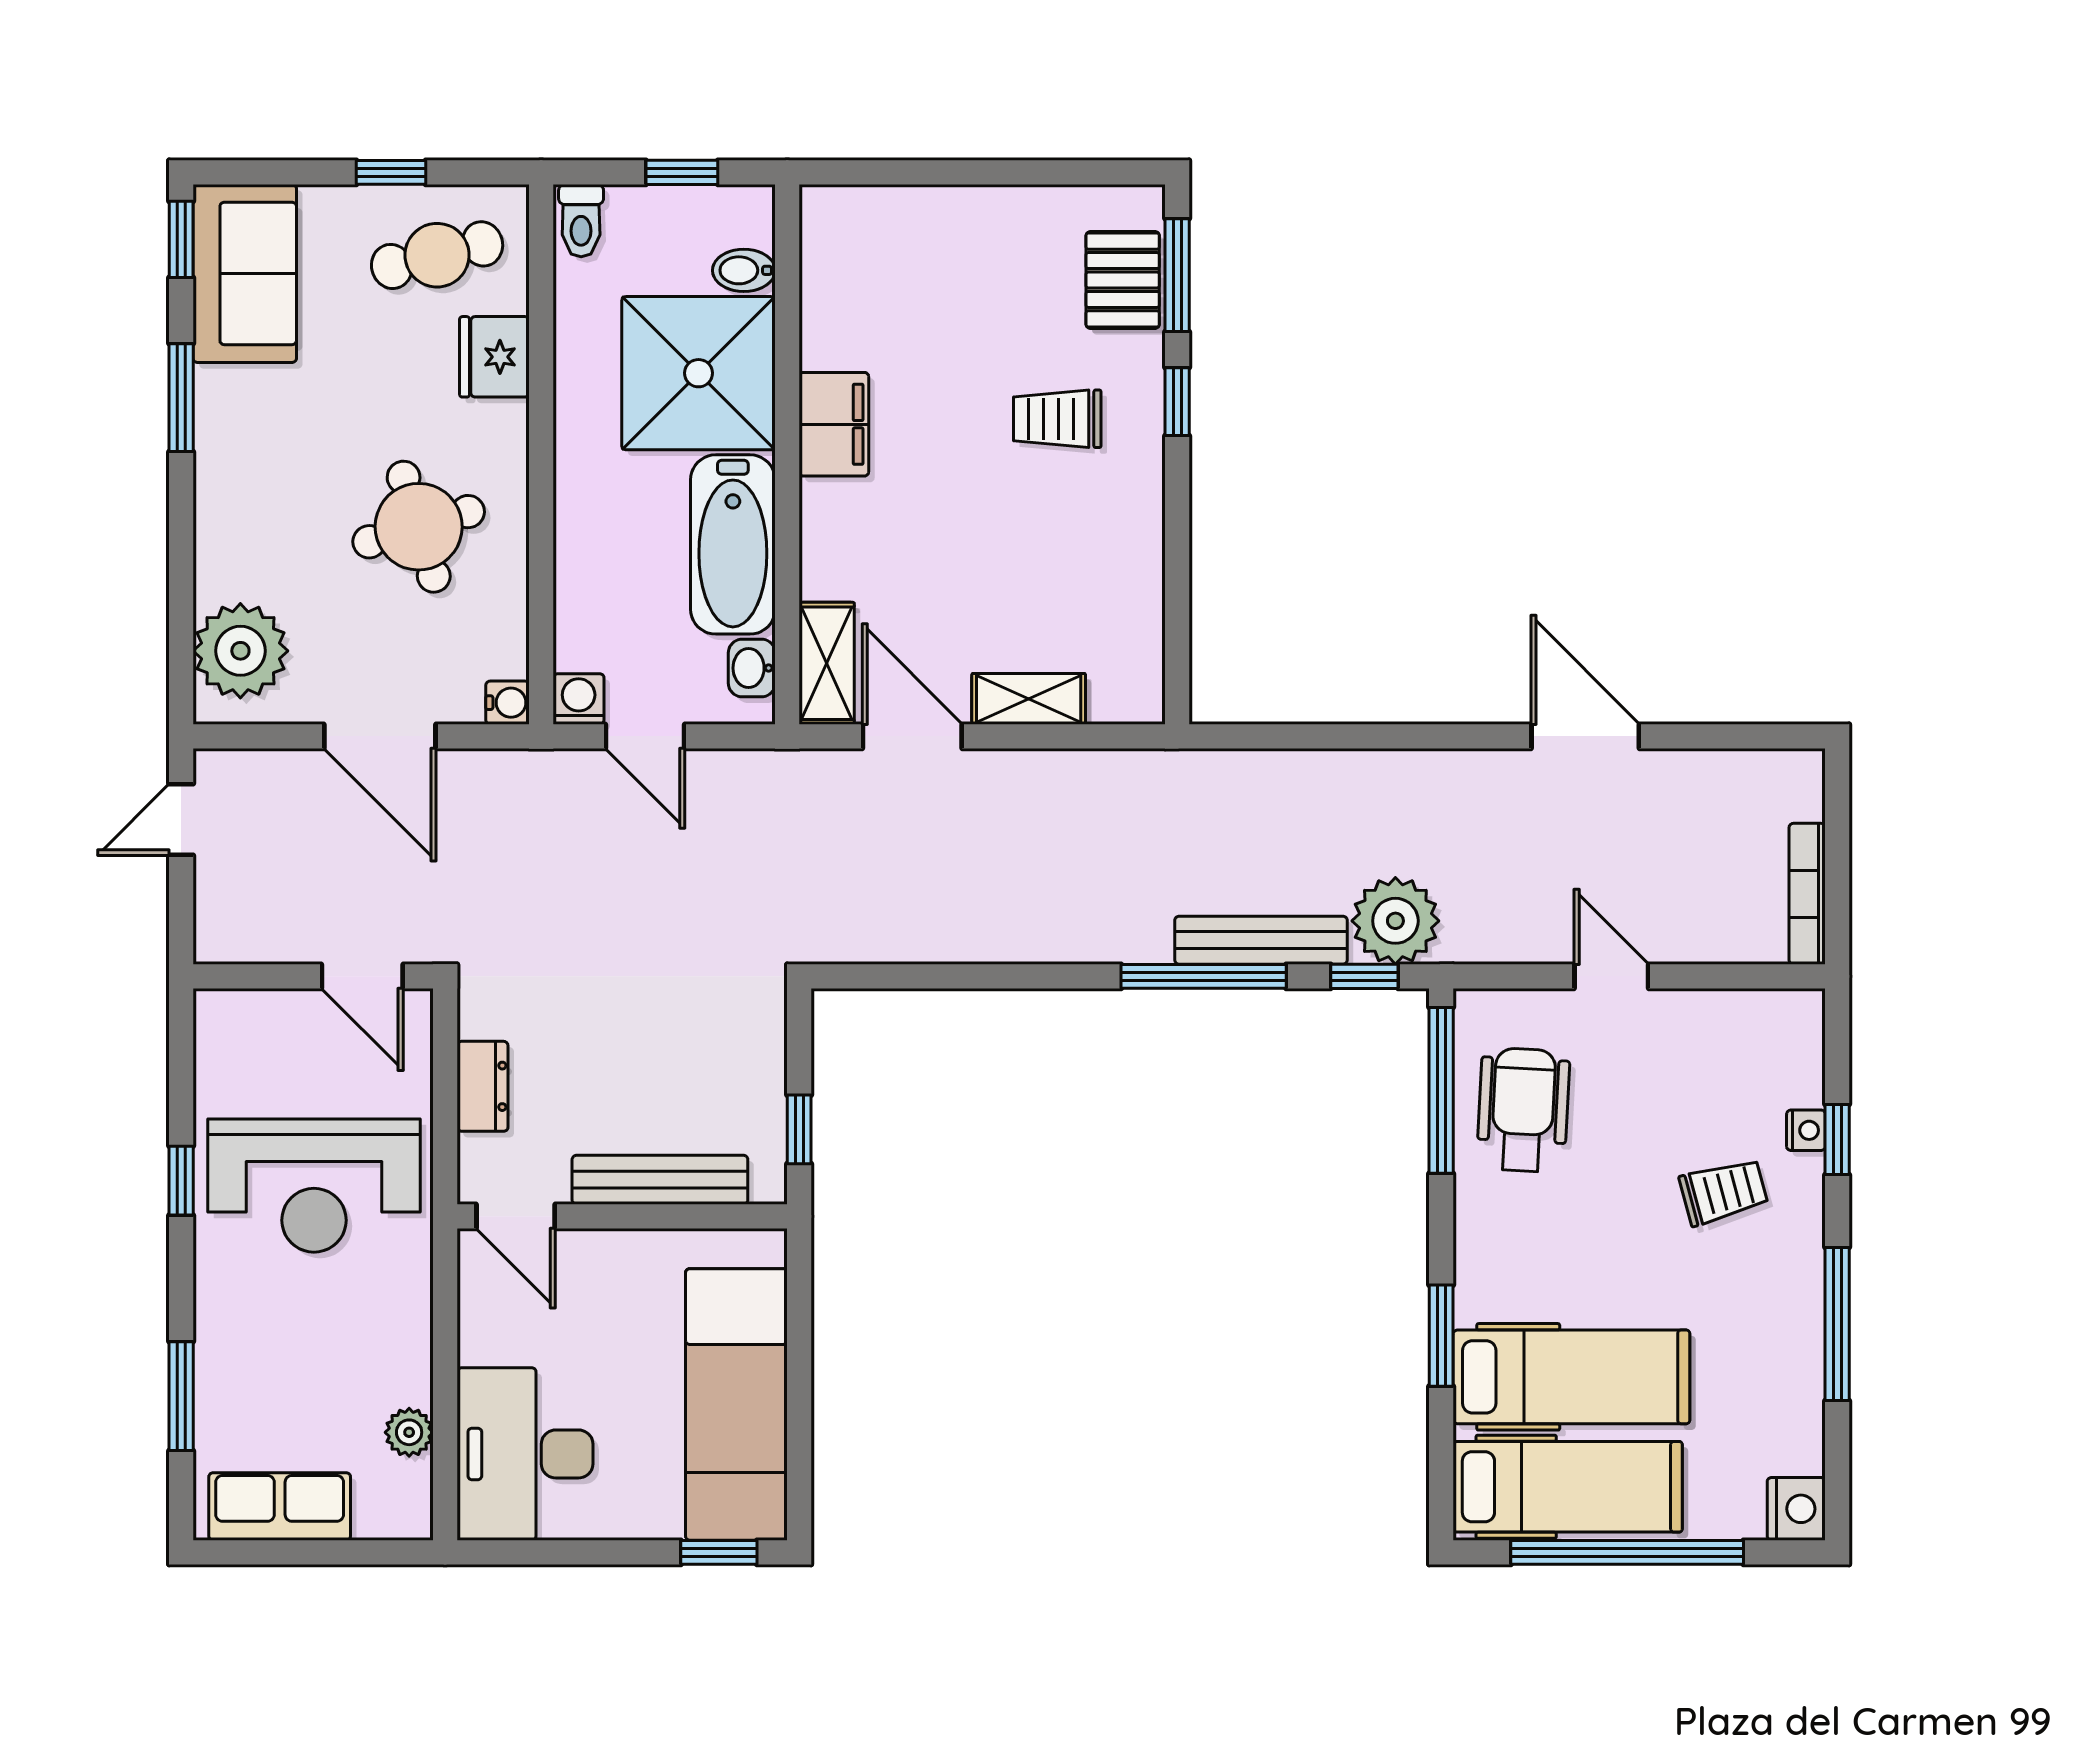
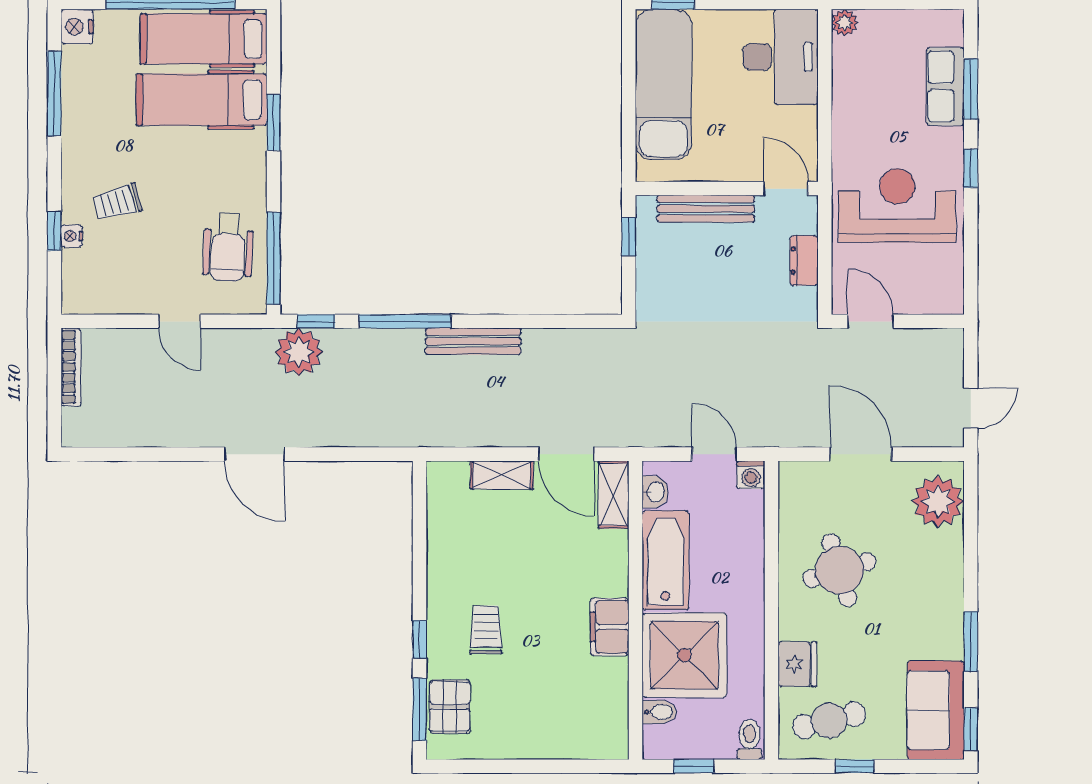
trolley: (1057, 419) -> (486, 630), turned -90
water cooler: (508, 703) -> (790, 473), removed
door: (1585, 736) -> (254, 454), moved
bench: (1261, 940) -> (473, 341), moved
window: (181, 1181) -> (971, 168), moved
window: (1837, 1324) -> (54, 94), moved
plant: (409, 1432) -> (845, 23), moved
row of seats: (280, 1506) -> (945, 86), moved, turned 90

